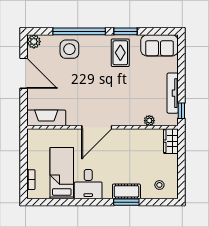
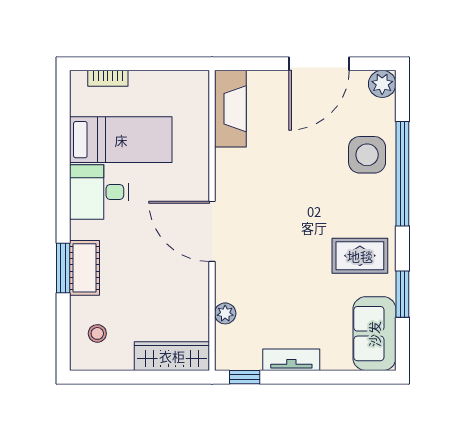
window: (125, 31) -> (402, 294), moved
tv unit: (173, 93) -> (291, 360), width x0.71
door: (97, 127) -> (212, 231), moved
wardrobe: (171, 141) -> (172, 356), width x1.50

